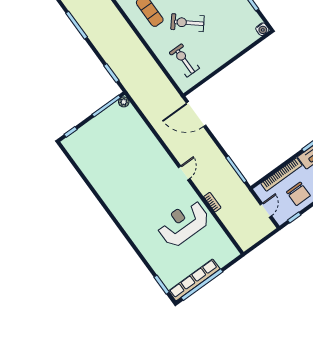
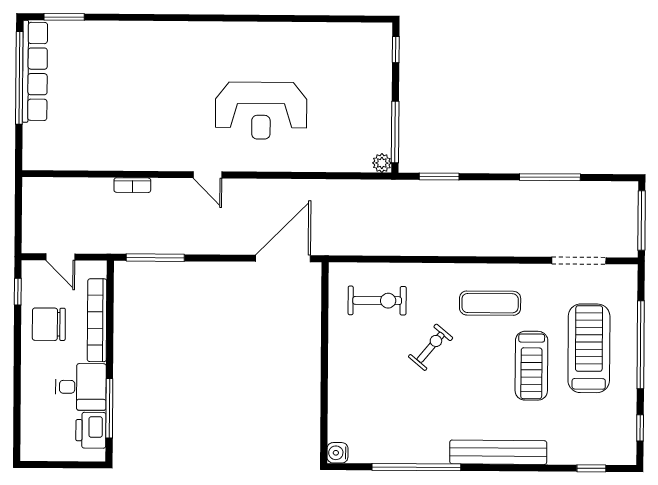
exercise bike: (187, 23) -> (431, 347), width x0.73, depth x0.72
reception desk: (183, 223) -> (261, 111), moved, turned 90

